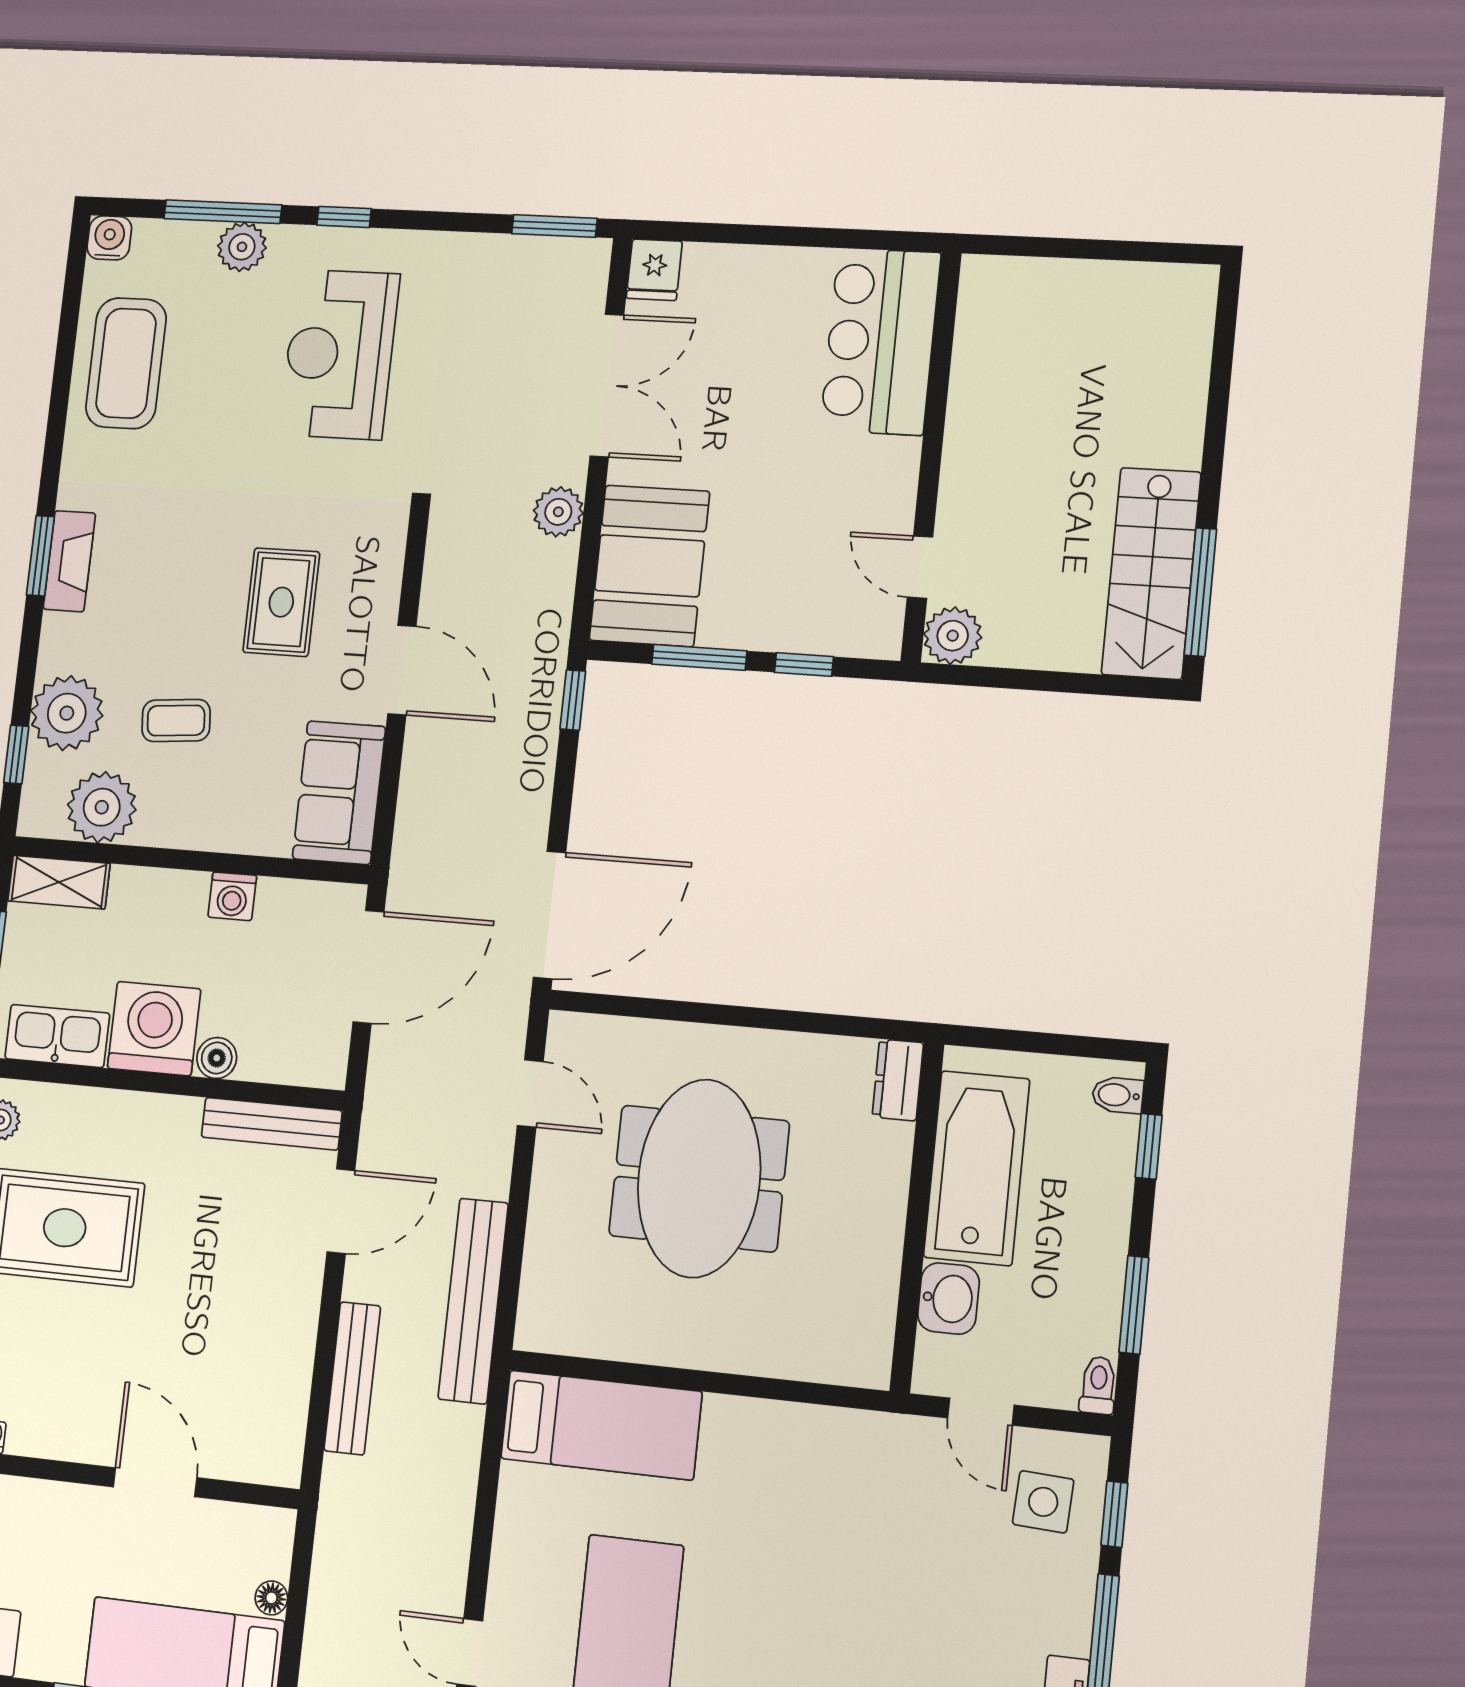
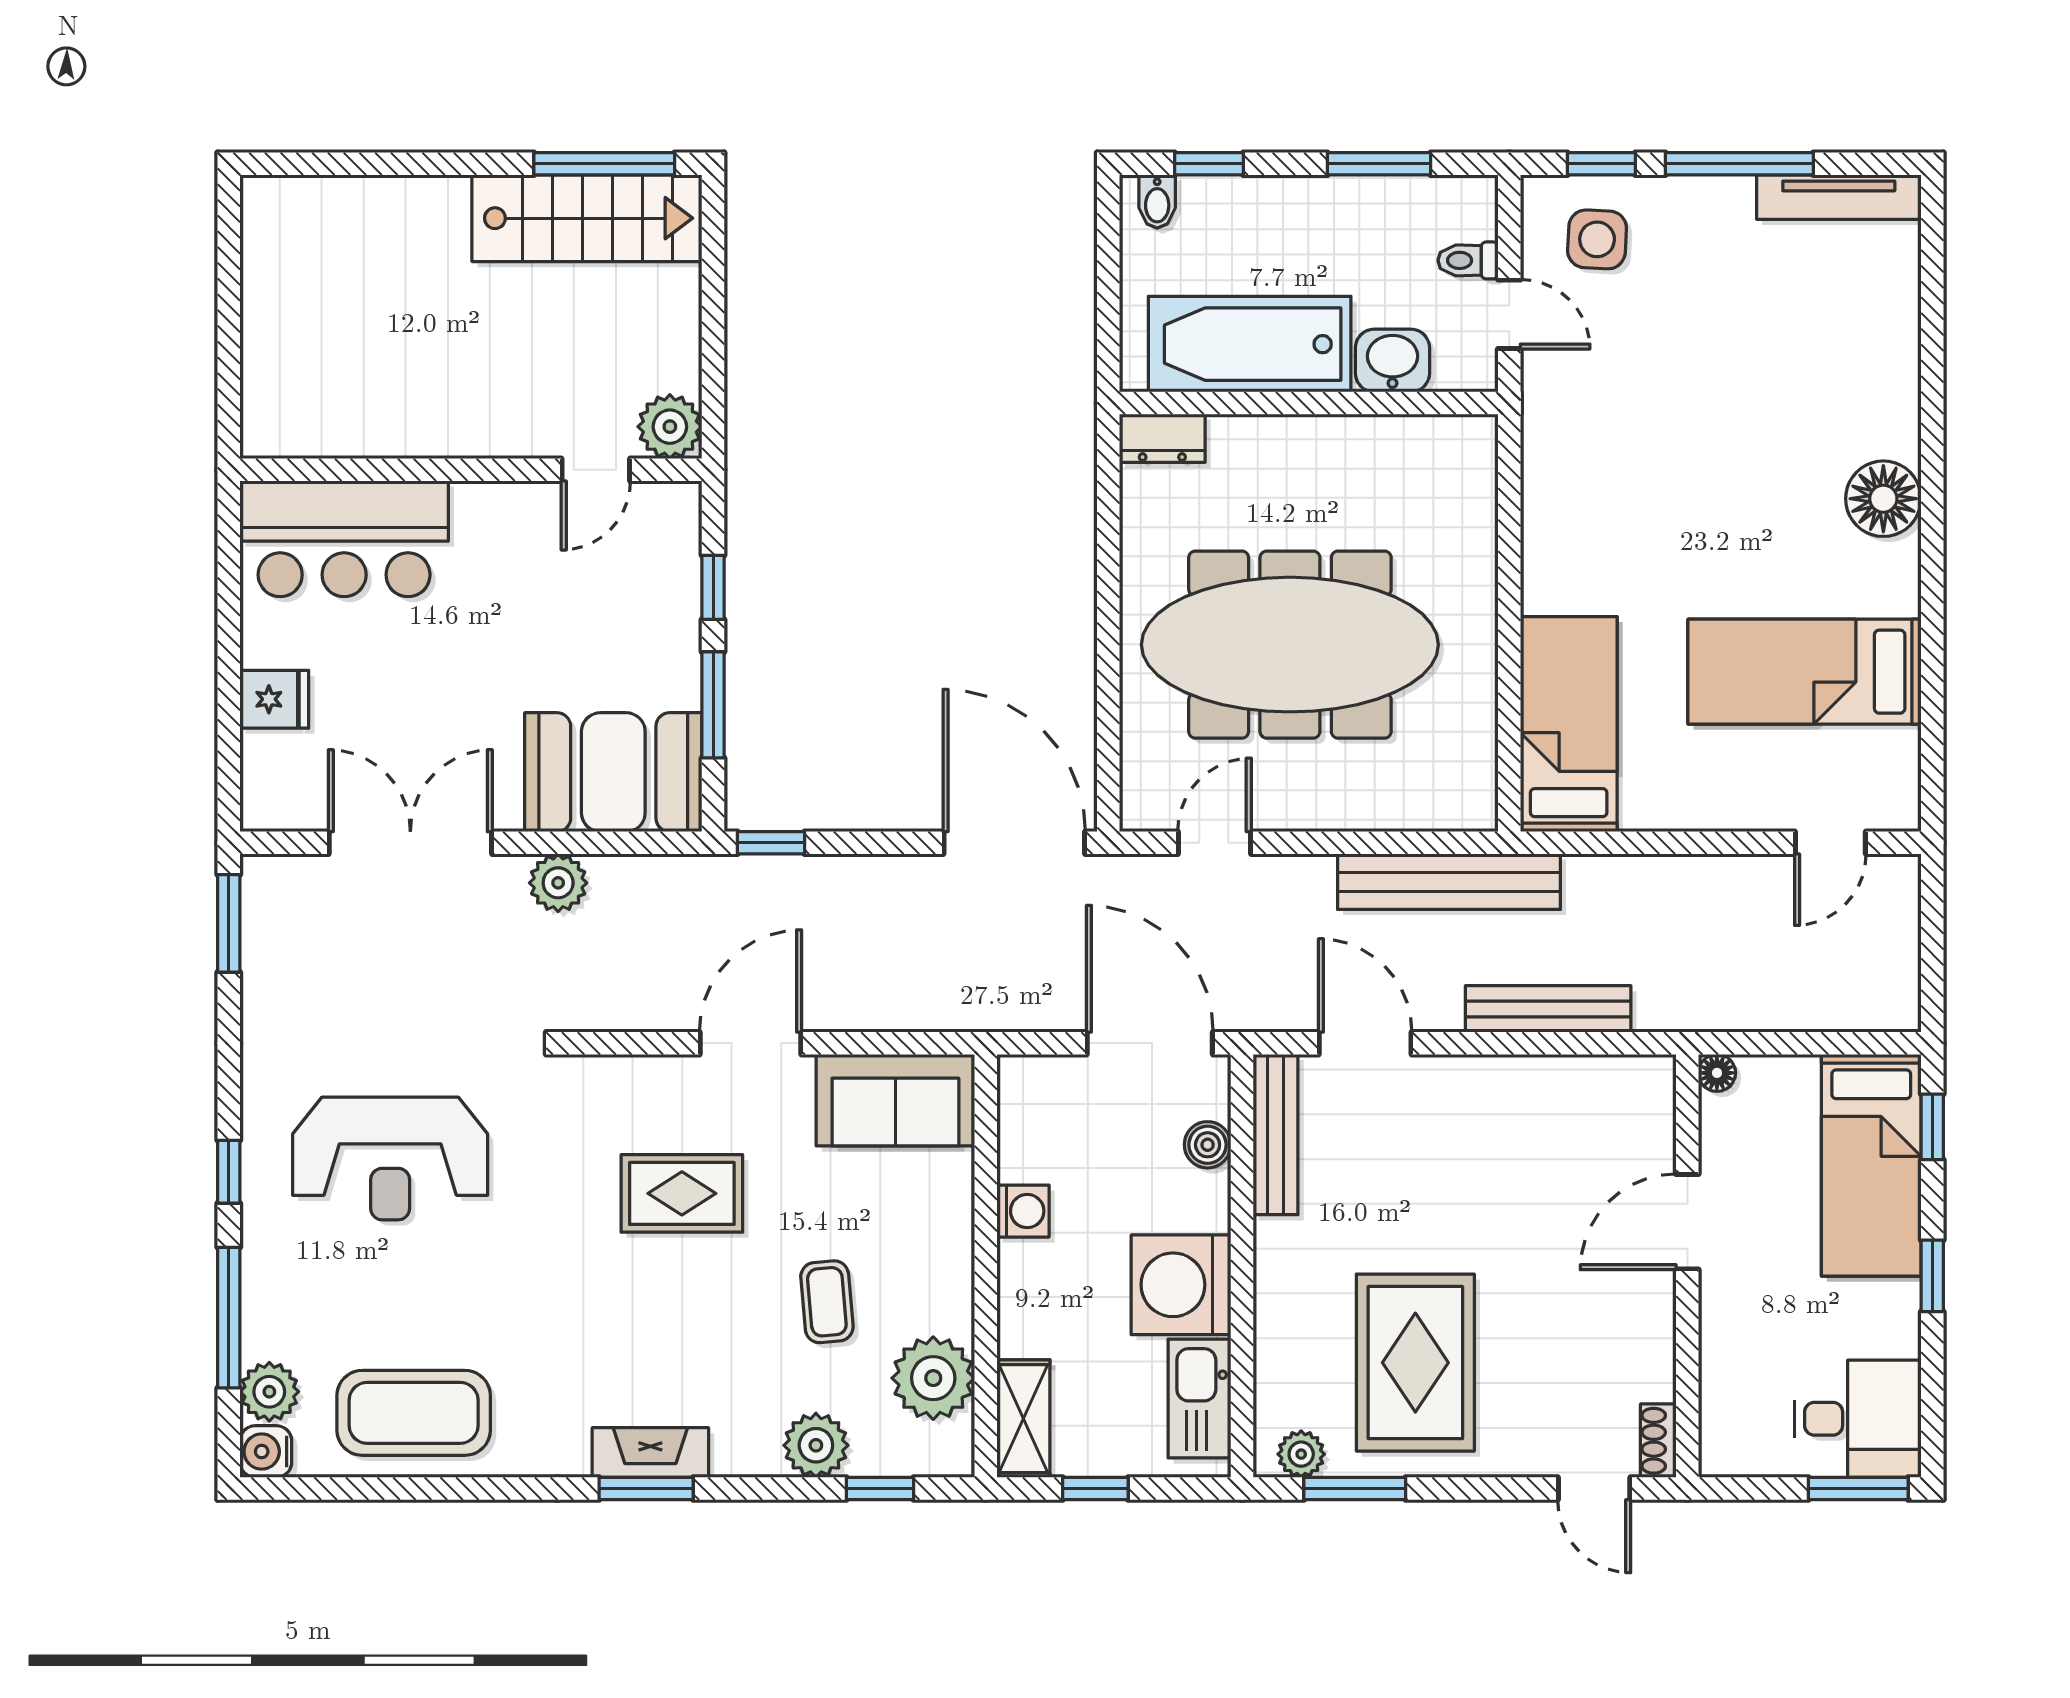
plant: (242, 247) -> (269, 1392), moved
fridge: (654, 270) -> (274, 699), moved
plant: (67, 713) -> (816, 1445), width x0.73, depth x0.73
door: (368, 967) -> (1150, 1043), moved
boiler: (217, 1058) -> (1208, 1145), moved
meeting table: (699, 1178) -> (1290, 645), width x1.36
toilet: (1098, 1385) -> (1468, 260), moved
door: (981, 1412) -> (1509, 314), hinge flipped
floor lamp: (271, 1598) -> (1717, 1073), moved

